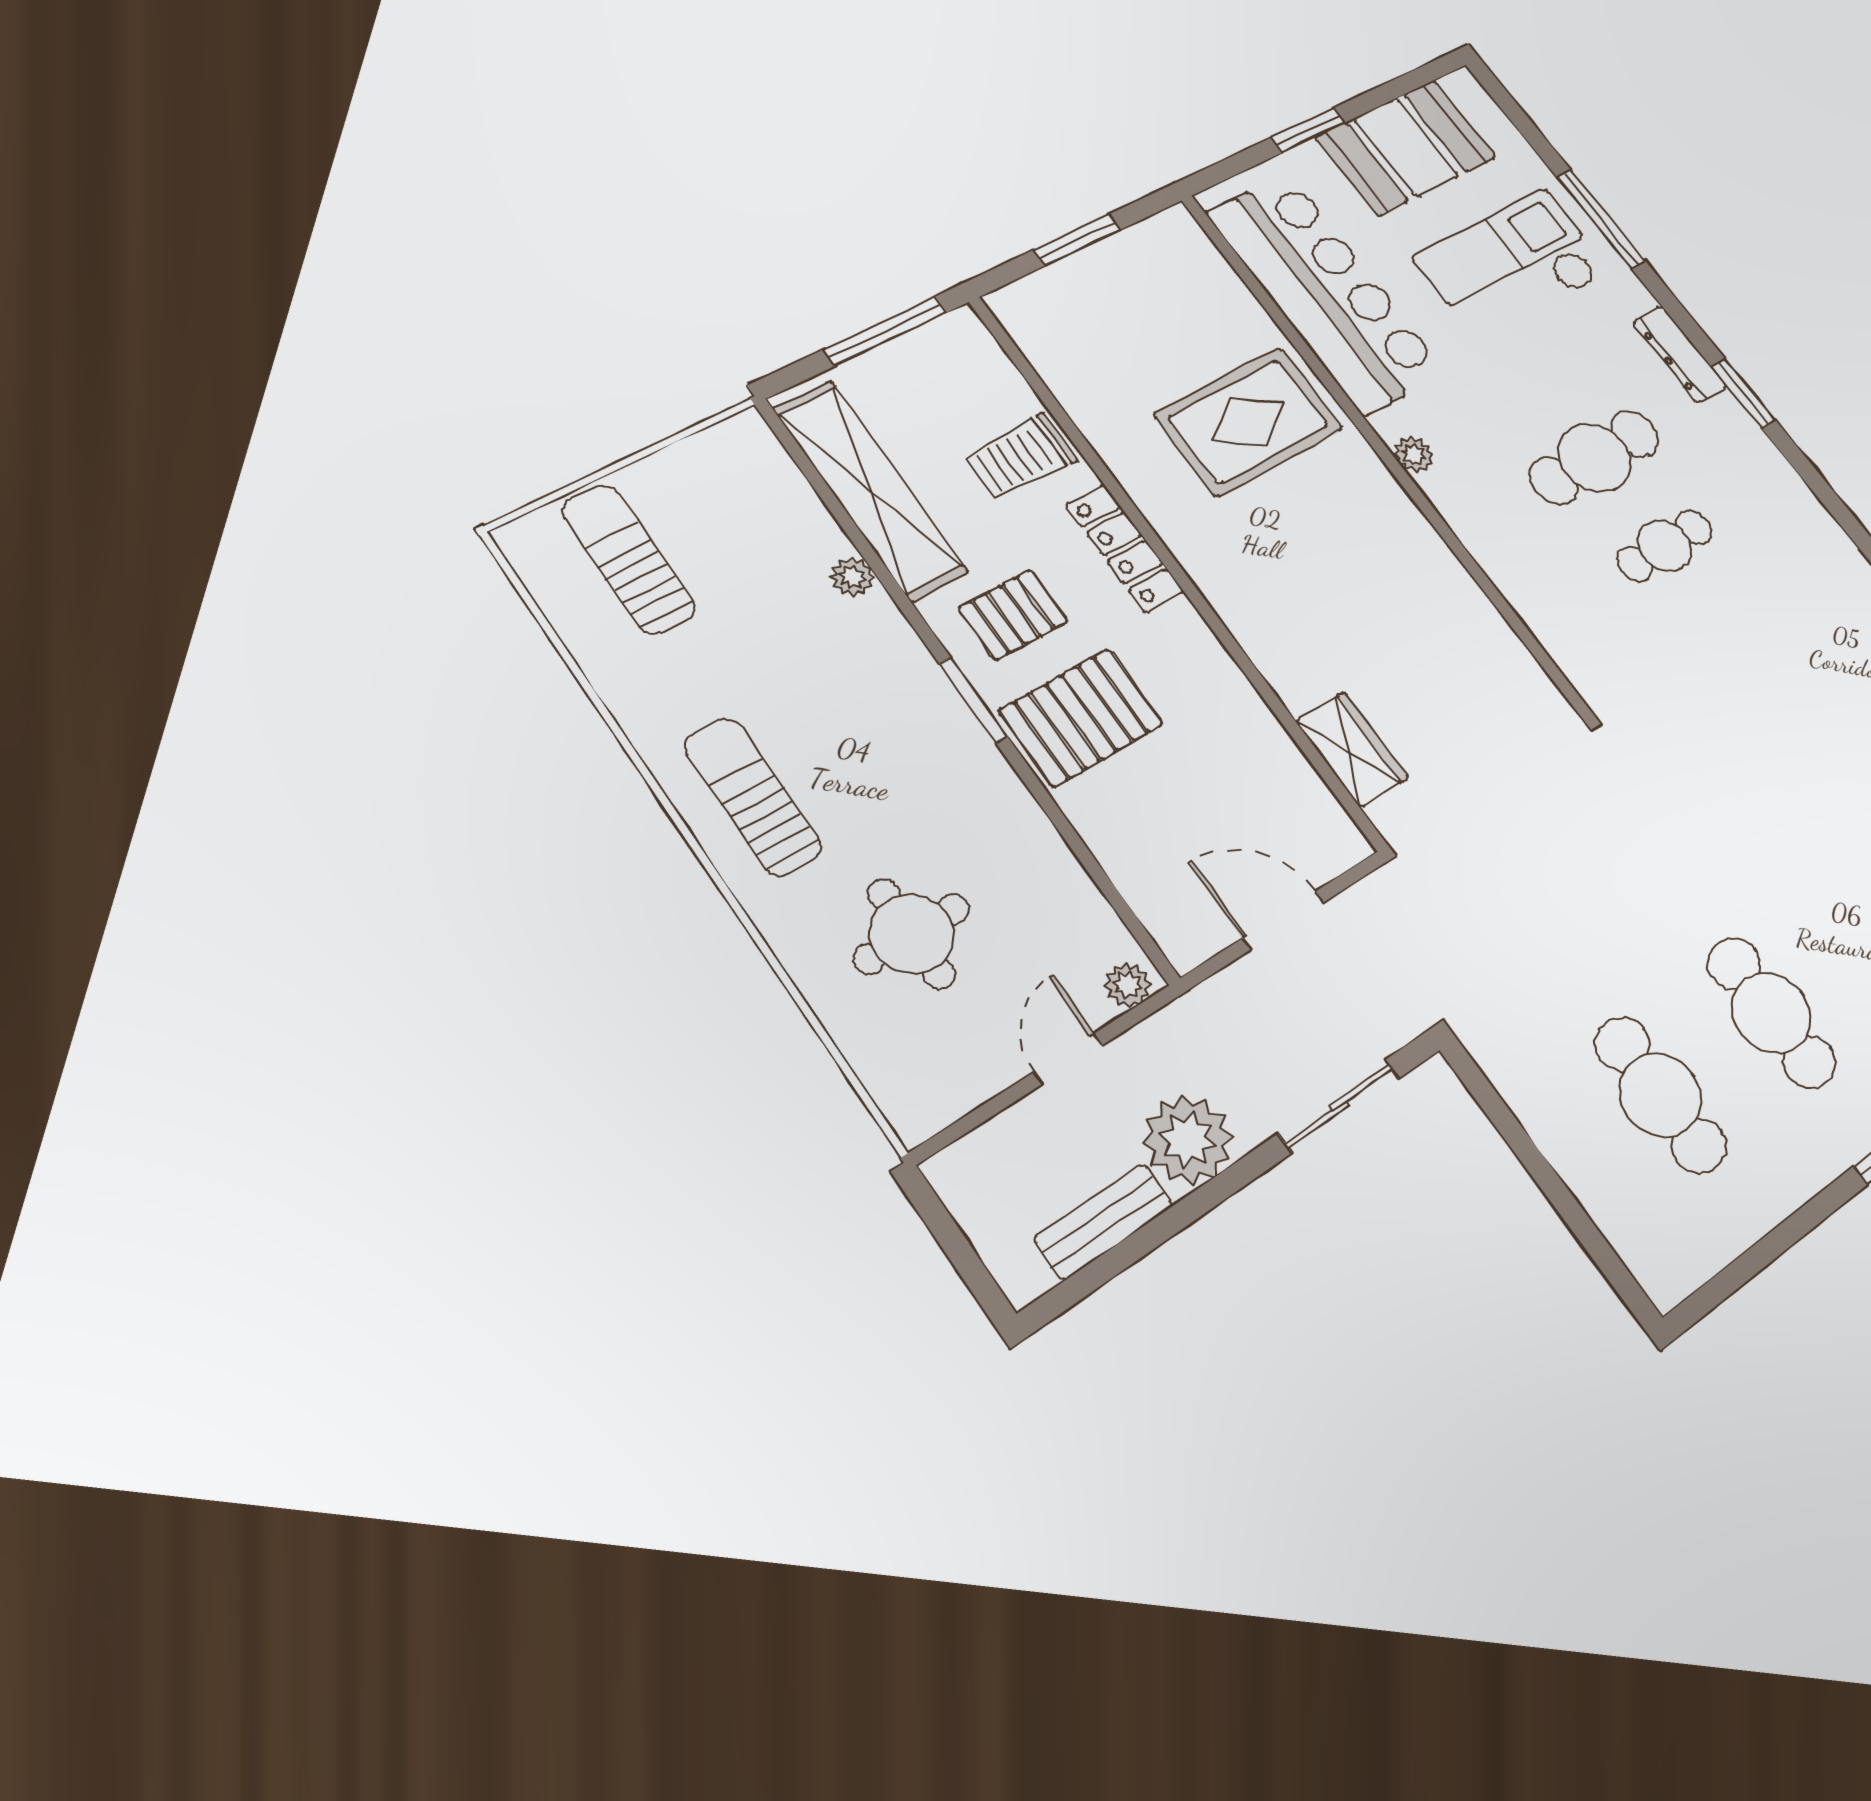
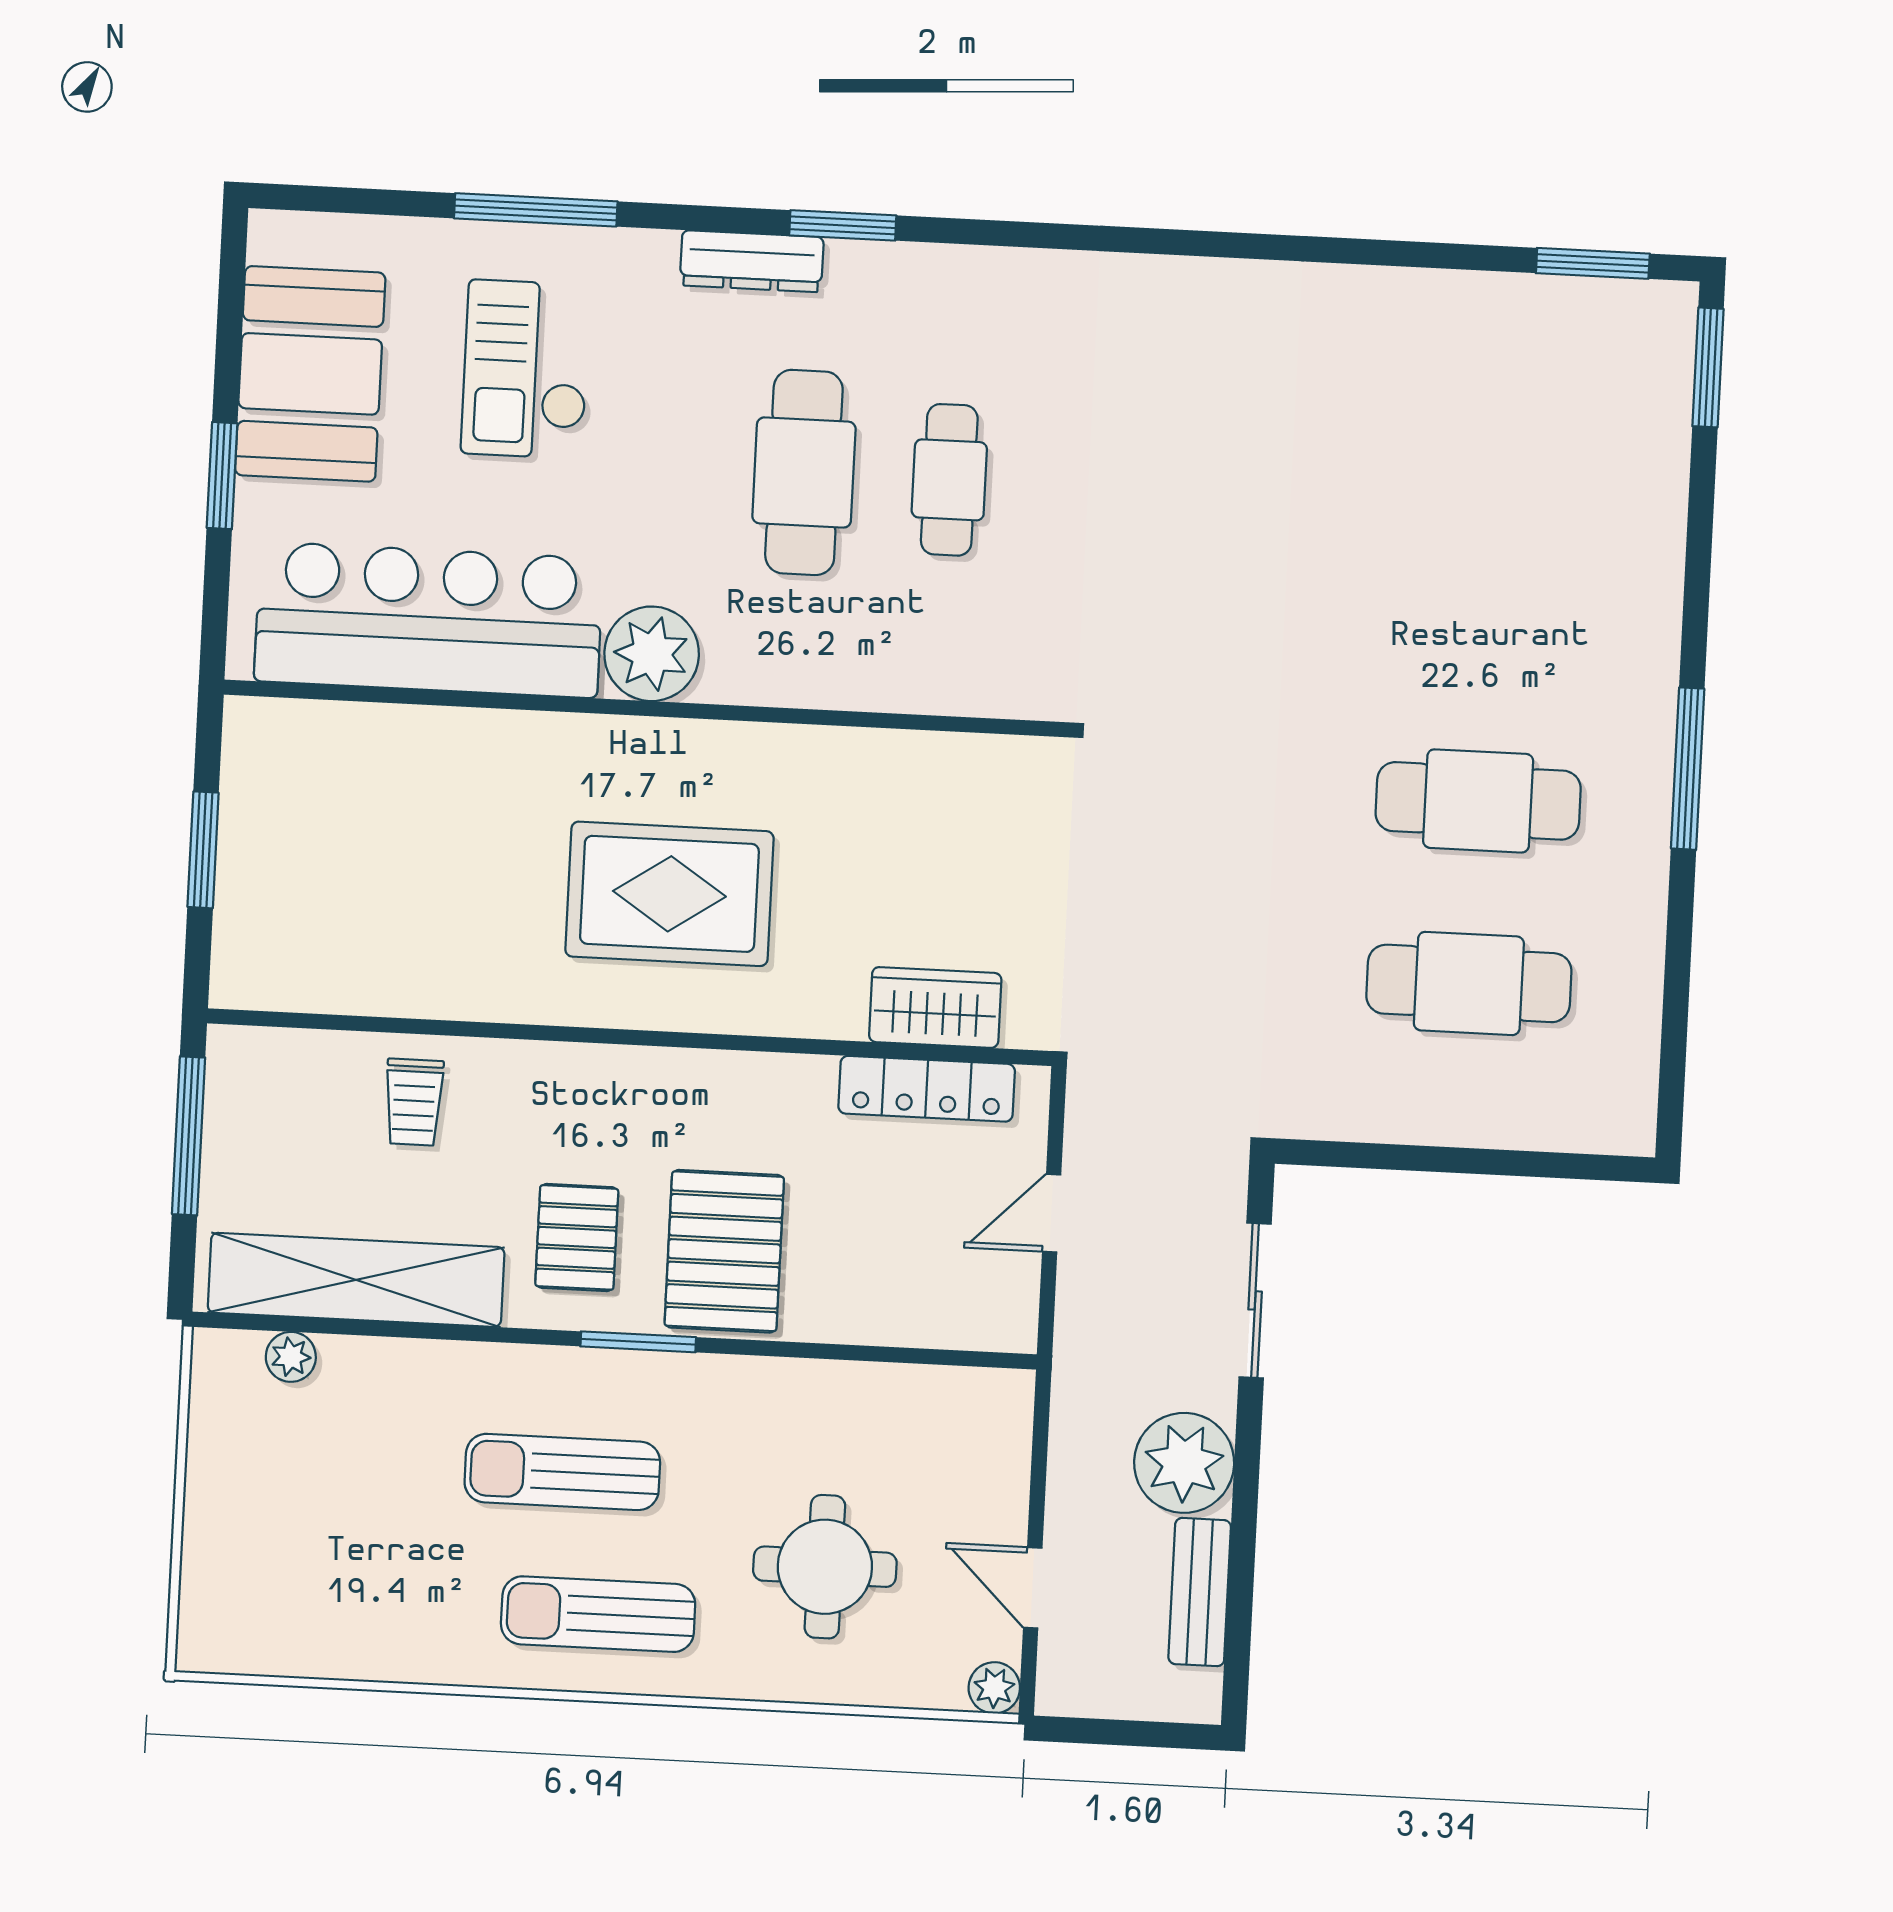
checkout: (1512, 264) -> (526, 369), width x0.73, depth x0.83
rug: (1249, 422) -> (669, 894), moved, turned 90
plant: (1414, 455) -> (652, 654), width x1.88, depth x1.88
trolley: (1020, 457) -> (414, 1102), width x0.73, depth x0.72
locker: (1125, 548) -> (927, 1089), moved
sun lounger: (629, 559) -> (562, 1472), moved
plant: (852, 577) -> (291, 1357), moved
door: (1283, 920) -> (1052, 1213), width x0.73
plant: (1128, 985) -> (994, 1688), moved
door: (1068, 1059) -> (1033, 1588), moved

